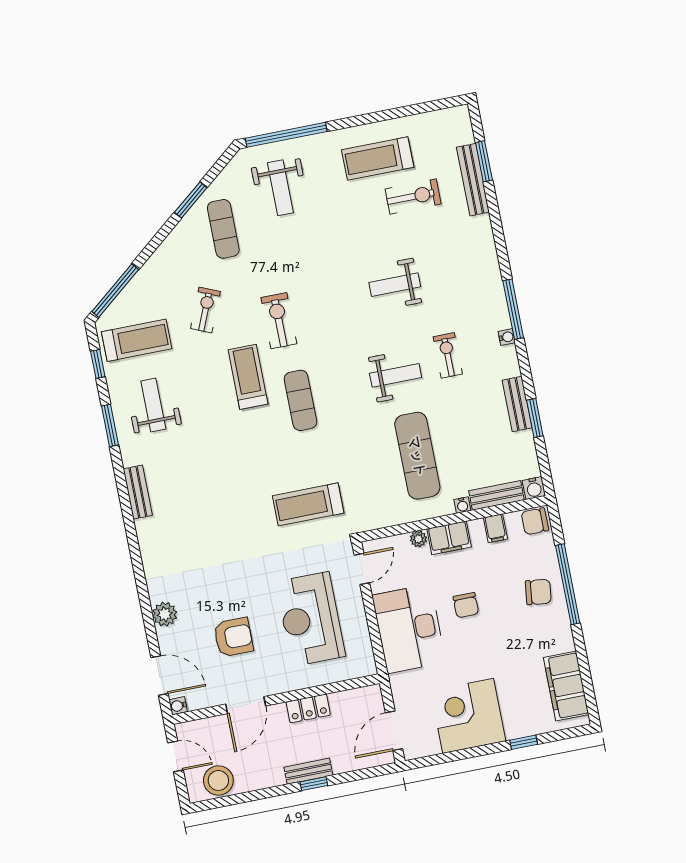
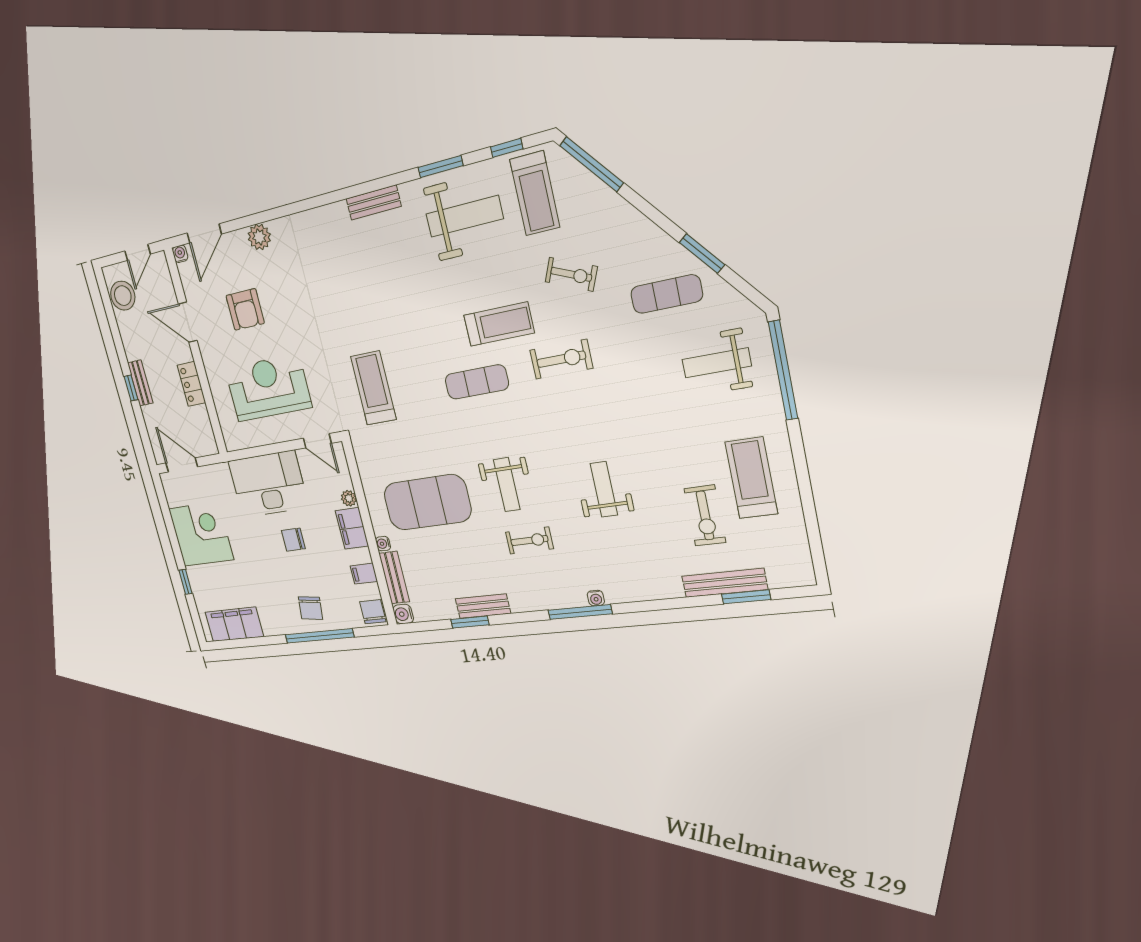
water cooler: (507, 337) -> (596, 598), moved
weight bench: (153, 405) -> (464, 216), width x1.36, depth x1.33
exercise mat: (417, 456) -> (427, 502), width x1.47

